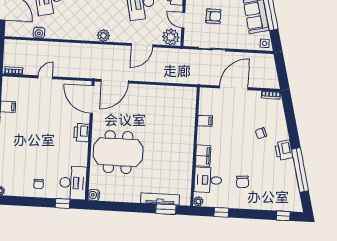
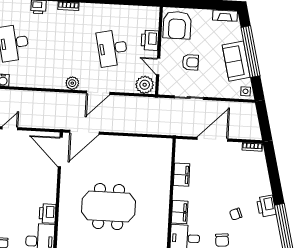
door: (142, 45) -> (98, 93), moved
filing cabinet: (205, 121) -> (182, 175), width x2.00
printer: (82, 133) -> (48, 214), moved
chair: (261, 133) -> (236, 214), moved
meeting table: (118, 152) -> (109, 207), moved

